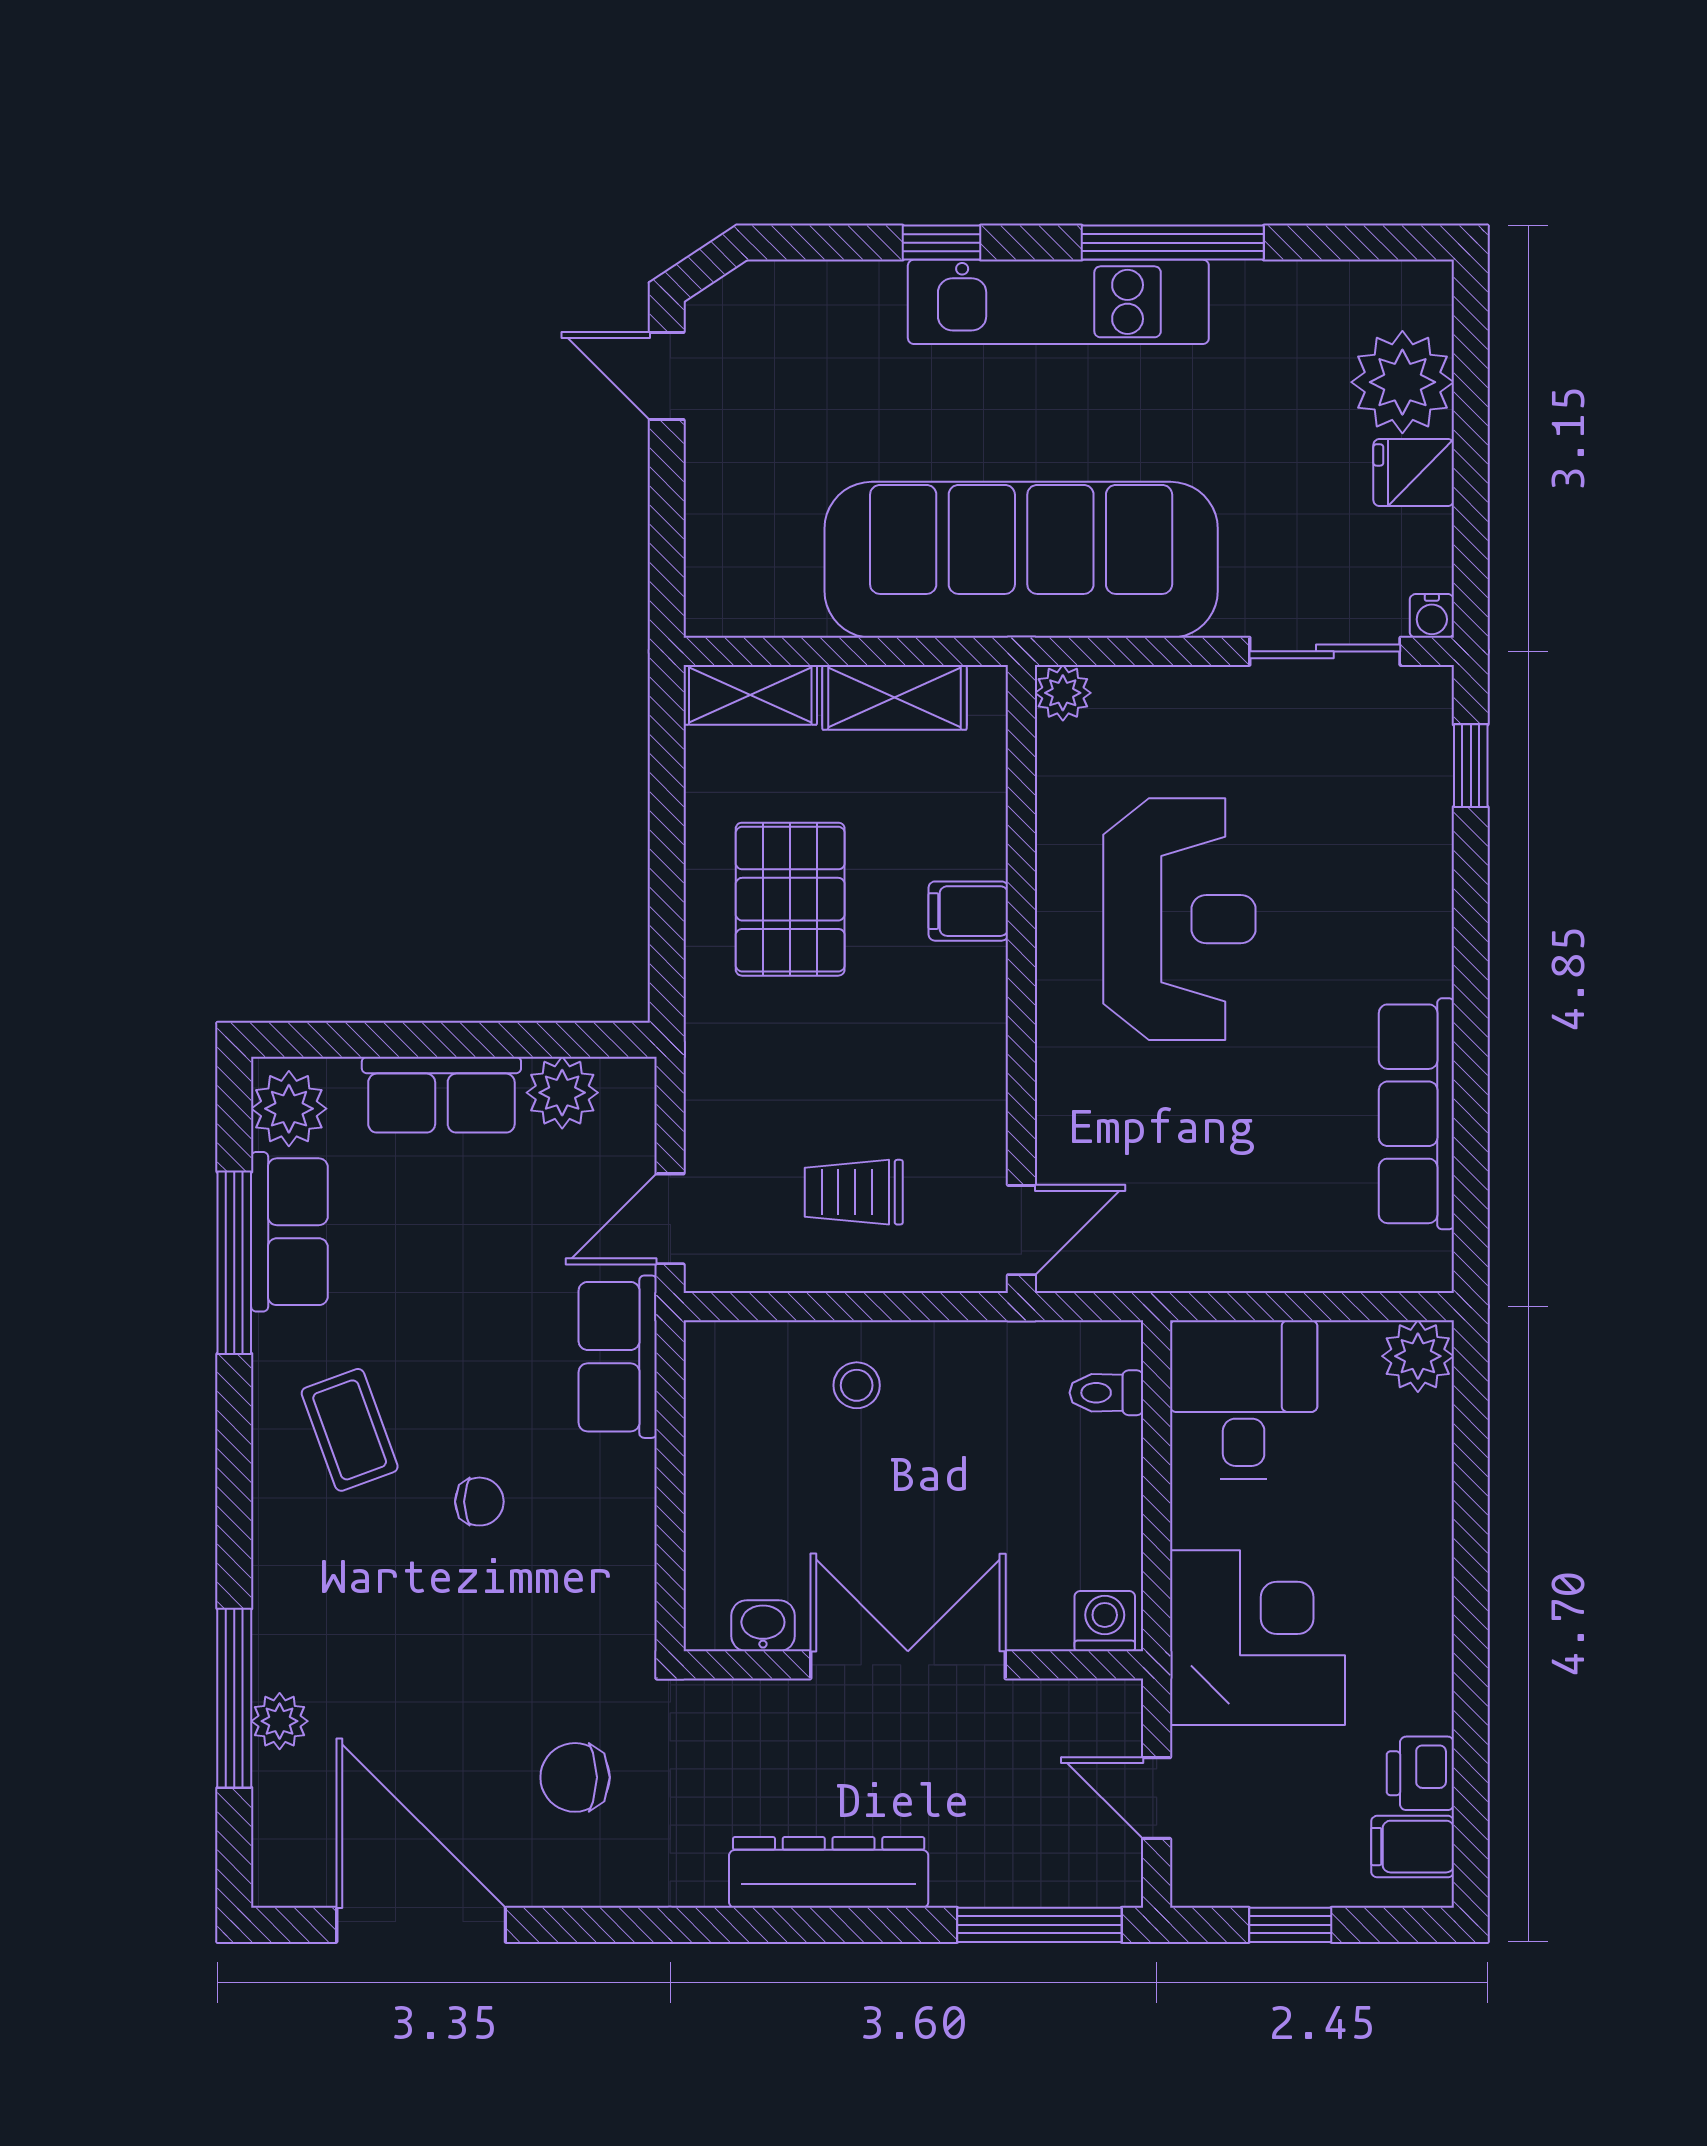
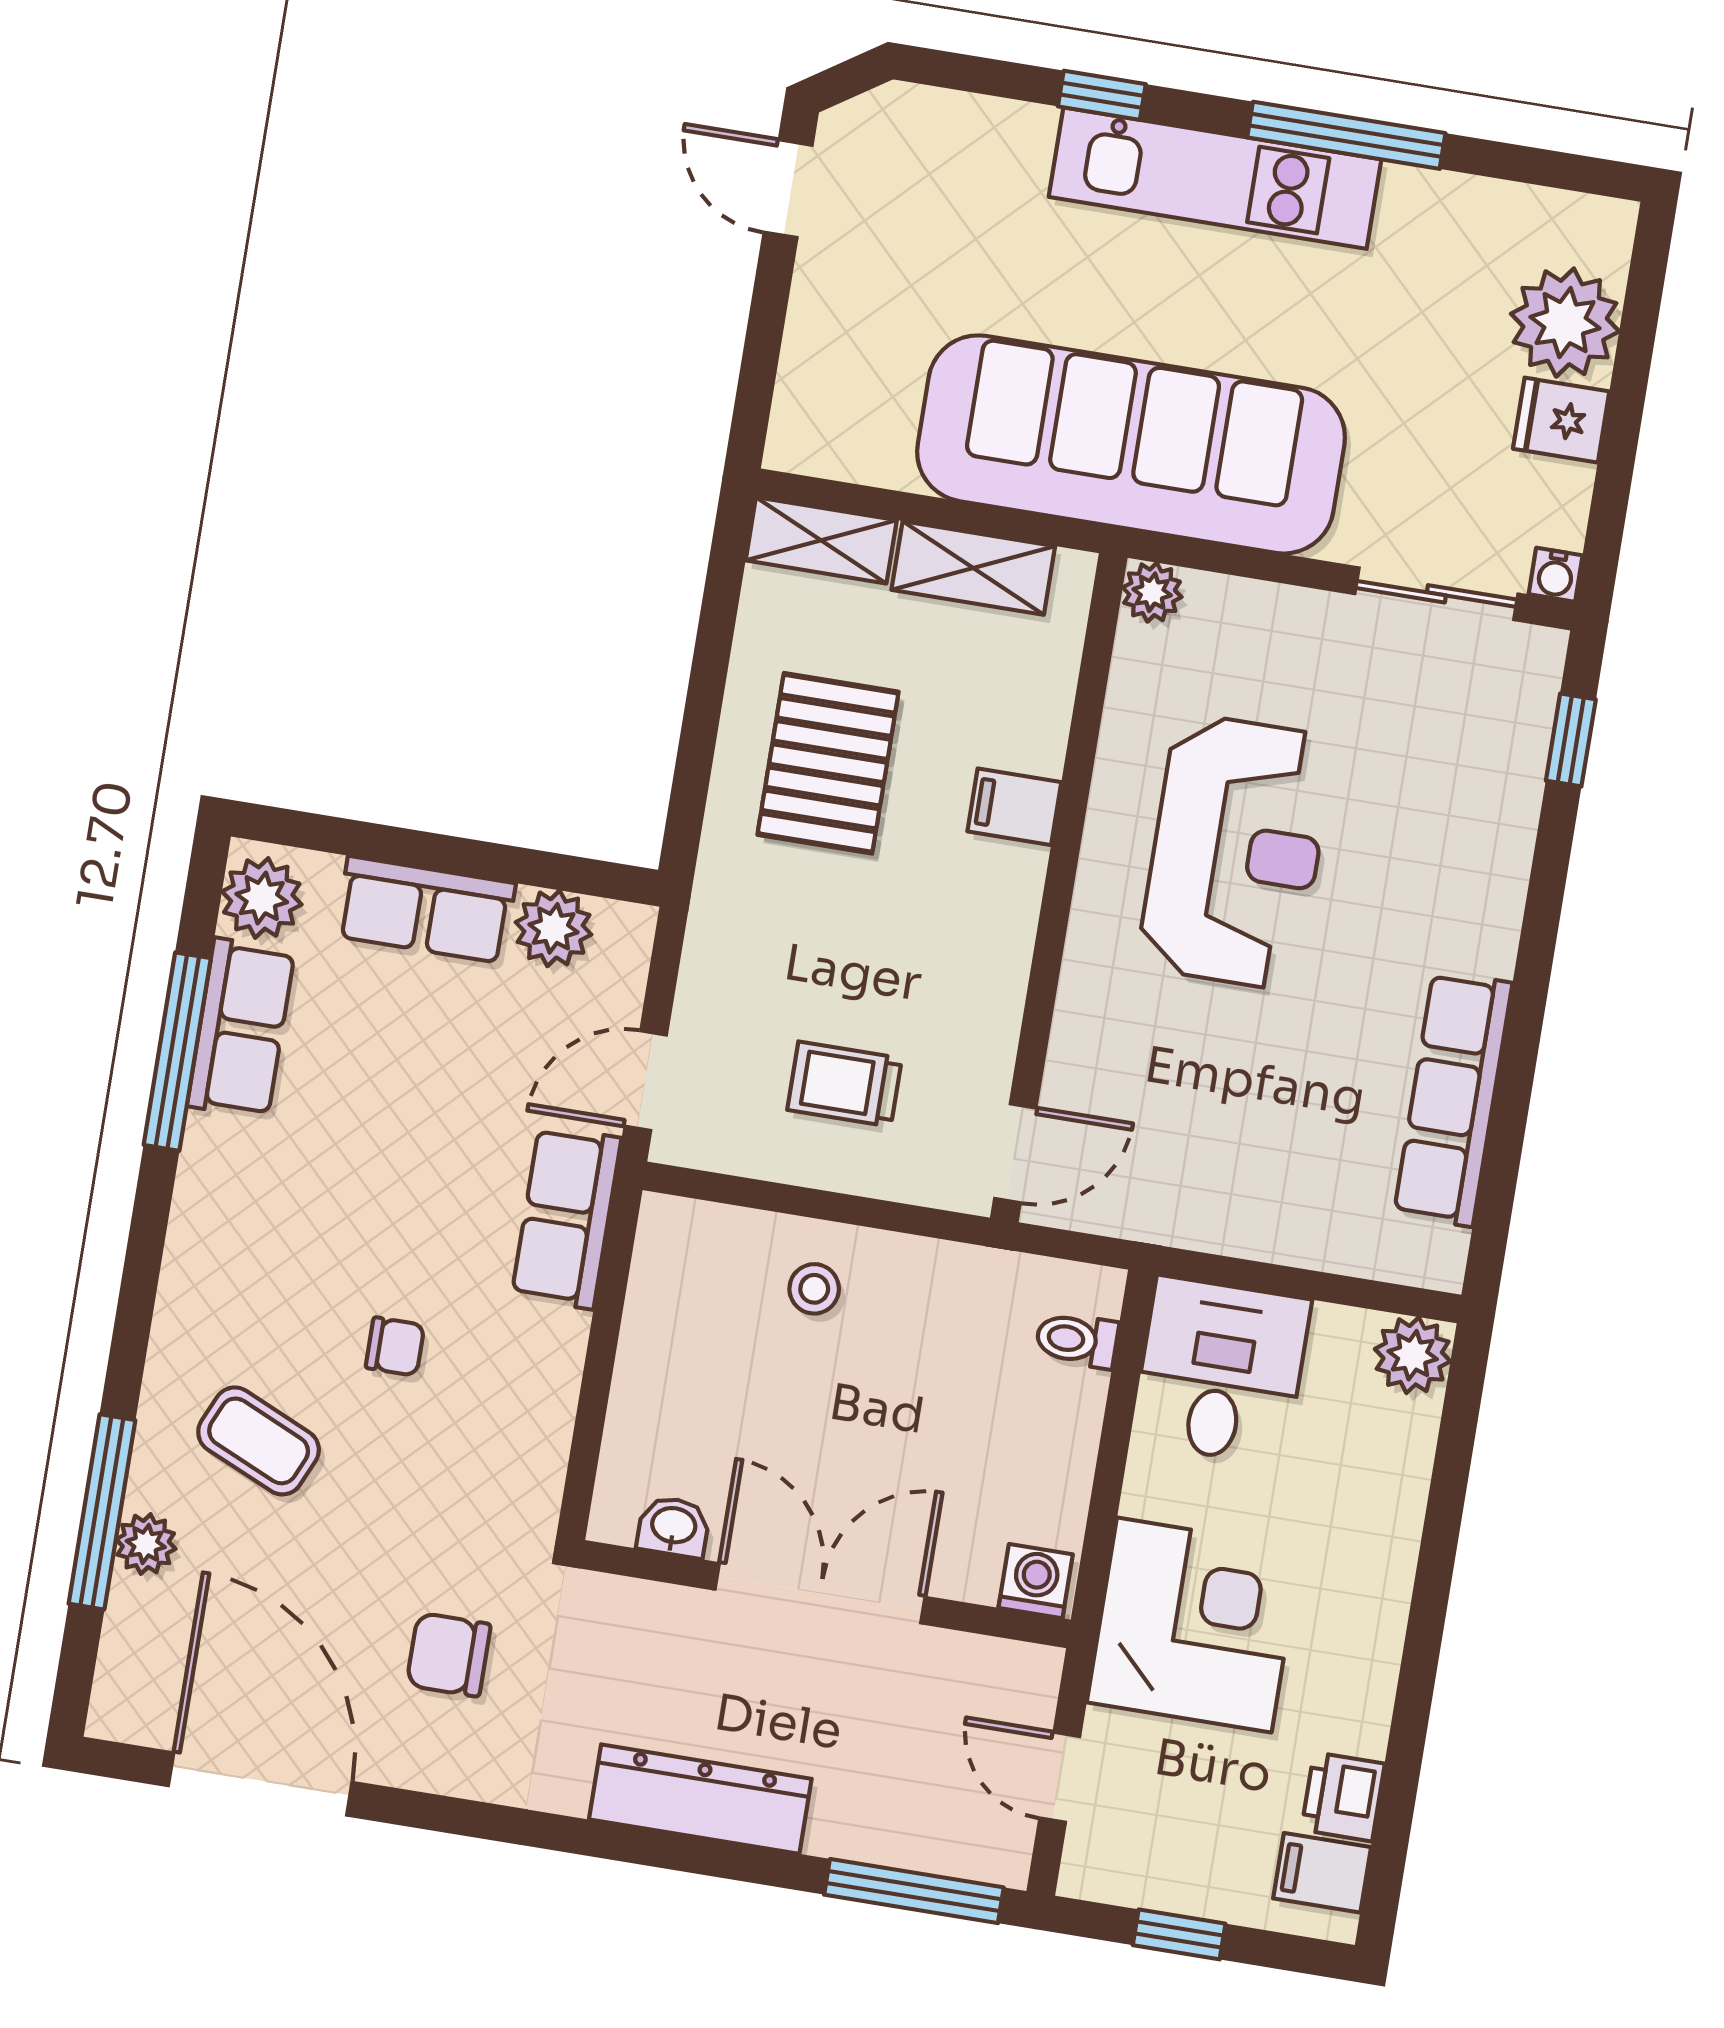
coffee table: (350, 1430) -> (259, 1441), moved, turned -46

